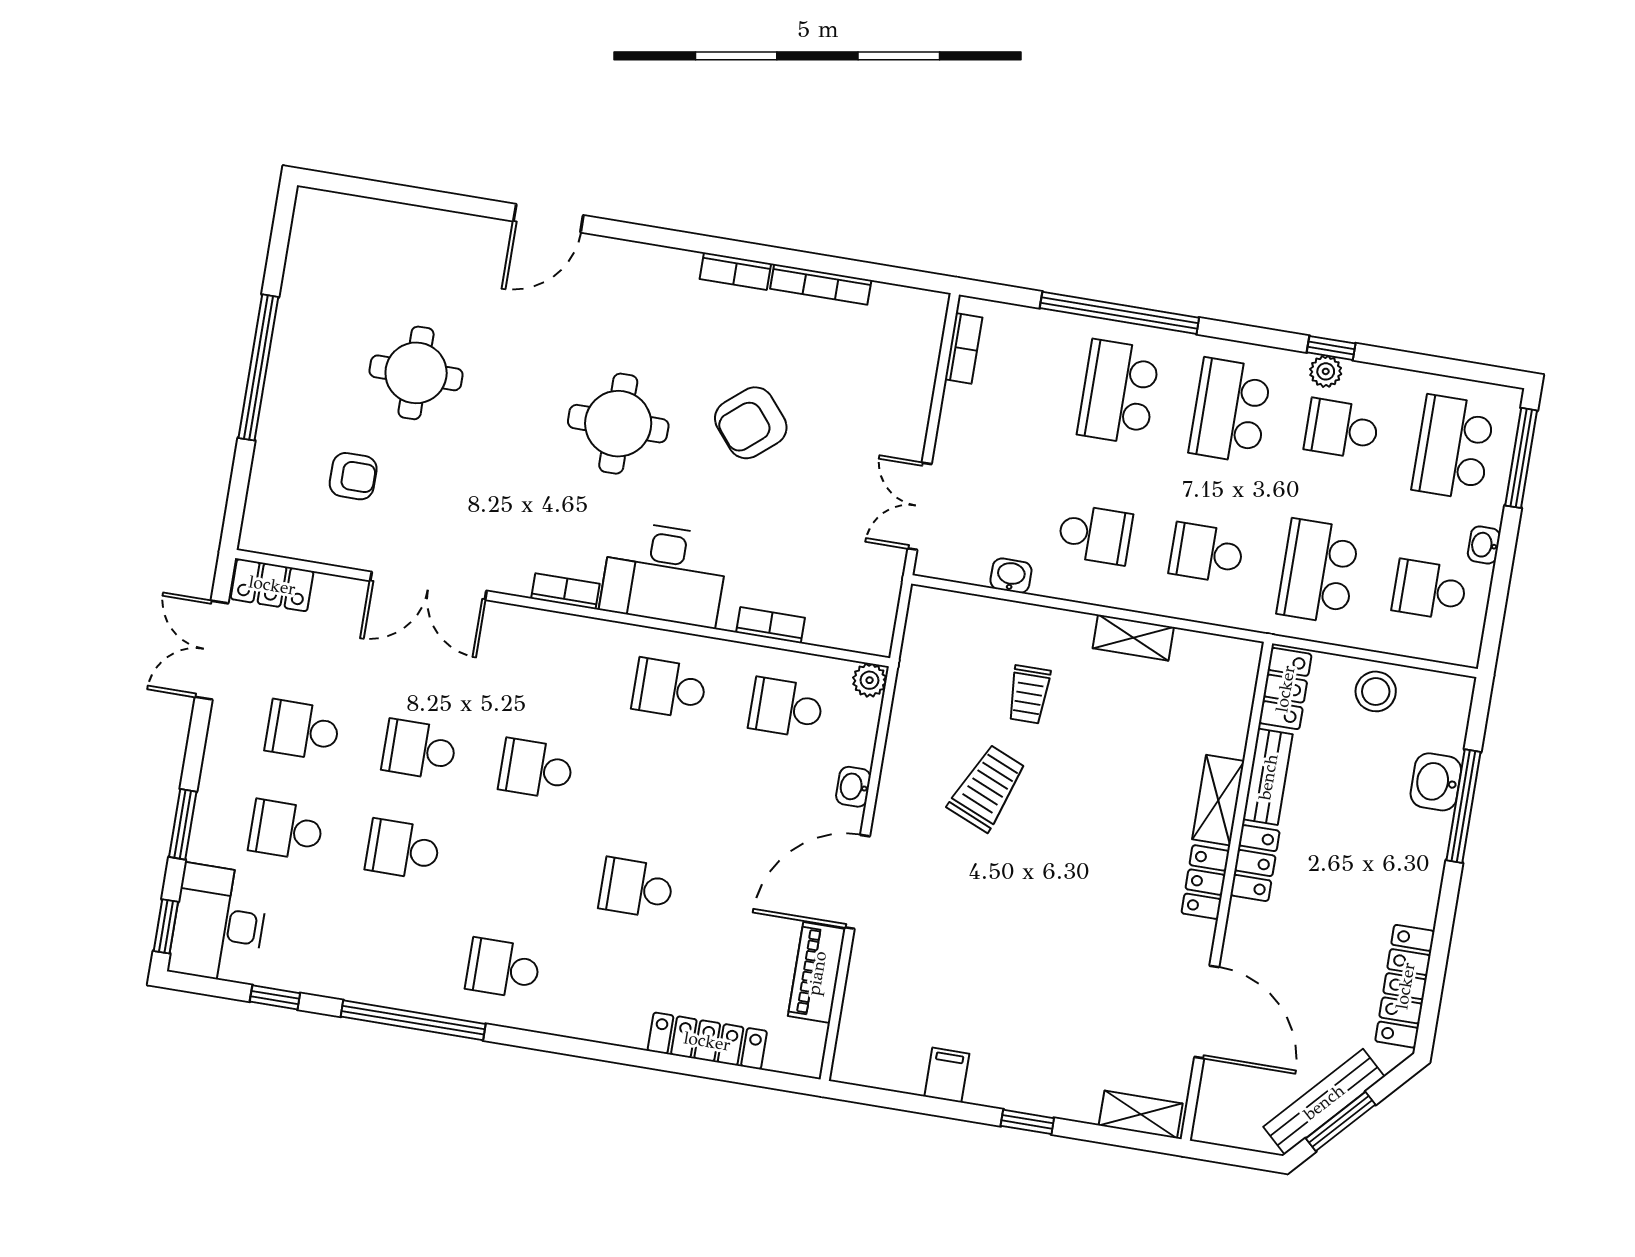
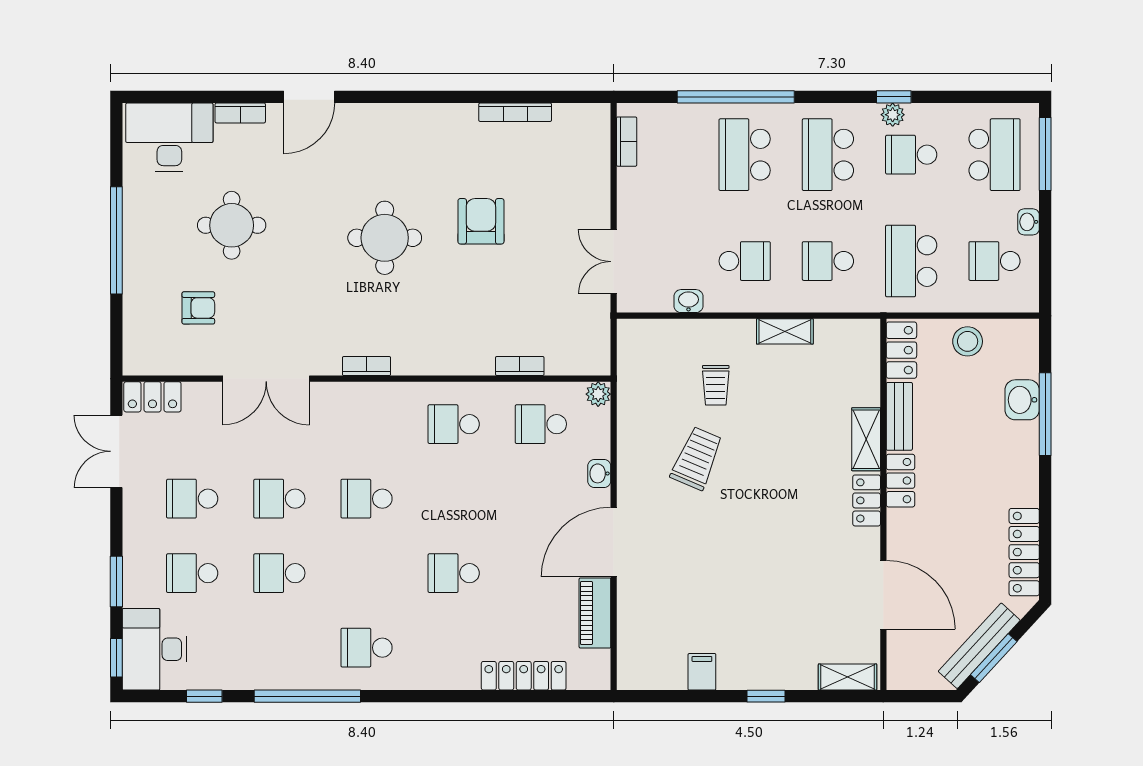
bookcase: (735, 271) -> (240, 113), moved
armchair: (751, 423) -> (481, 221), turned 130
school desk: (1453, 447) -> (995, 155), turned 180
desk: (664, 574) -> (169, 137), moved, turned 180

